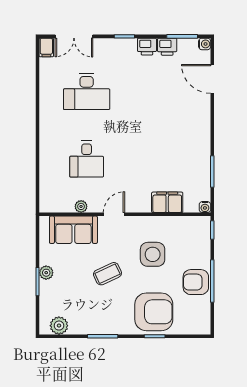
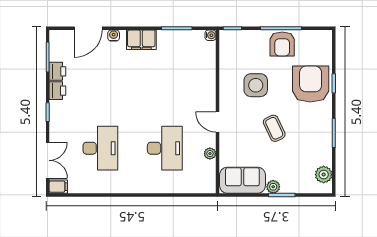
water cooler: (205, 44) -> (114, 36), moved
desk: (87, 159) -> (165, 148), width x1.37
filing cabinet: (167, 202) -> (141, 40), moved, turned -90
sofa: (73, 230) -> (242, 180), moved, turned -90

